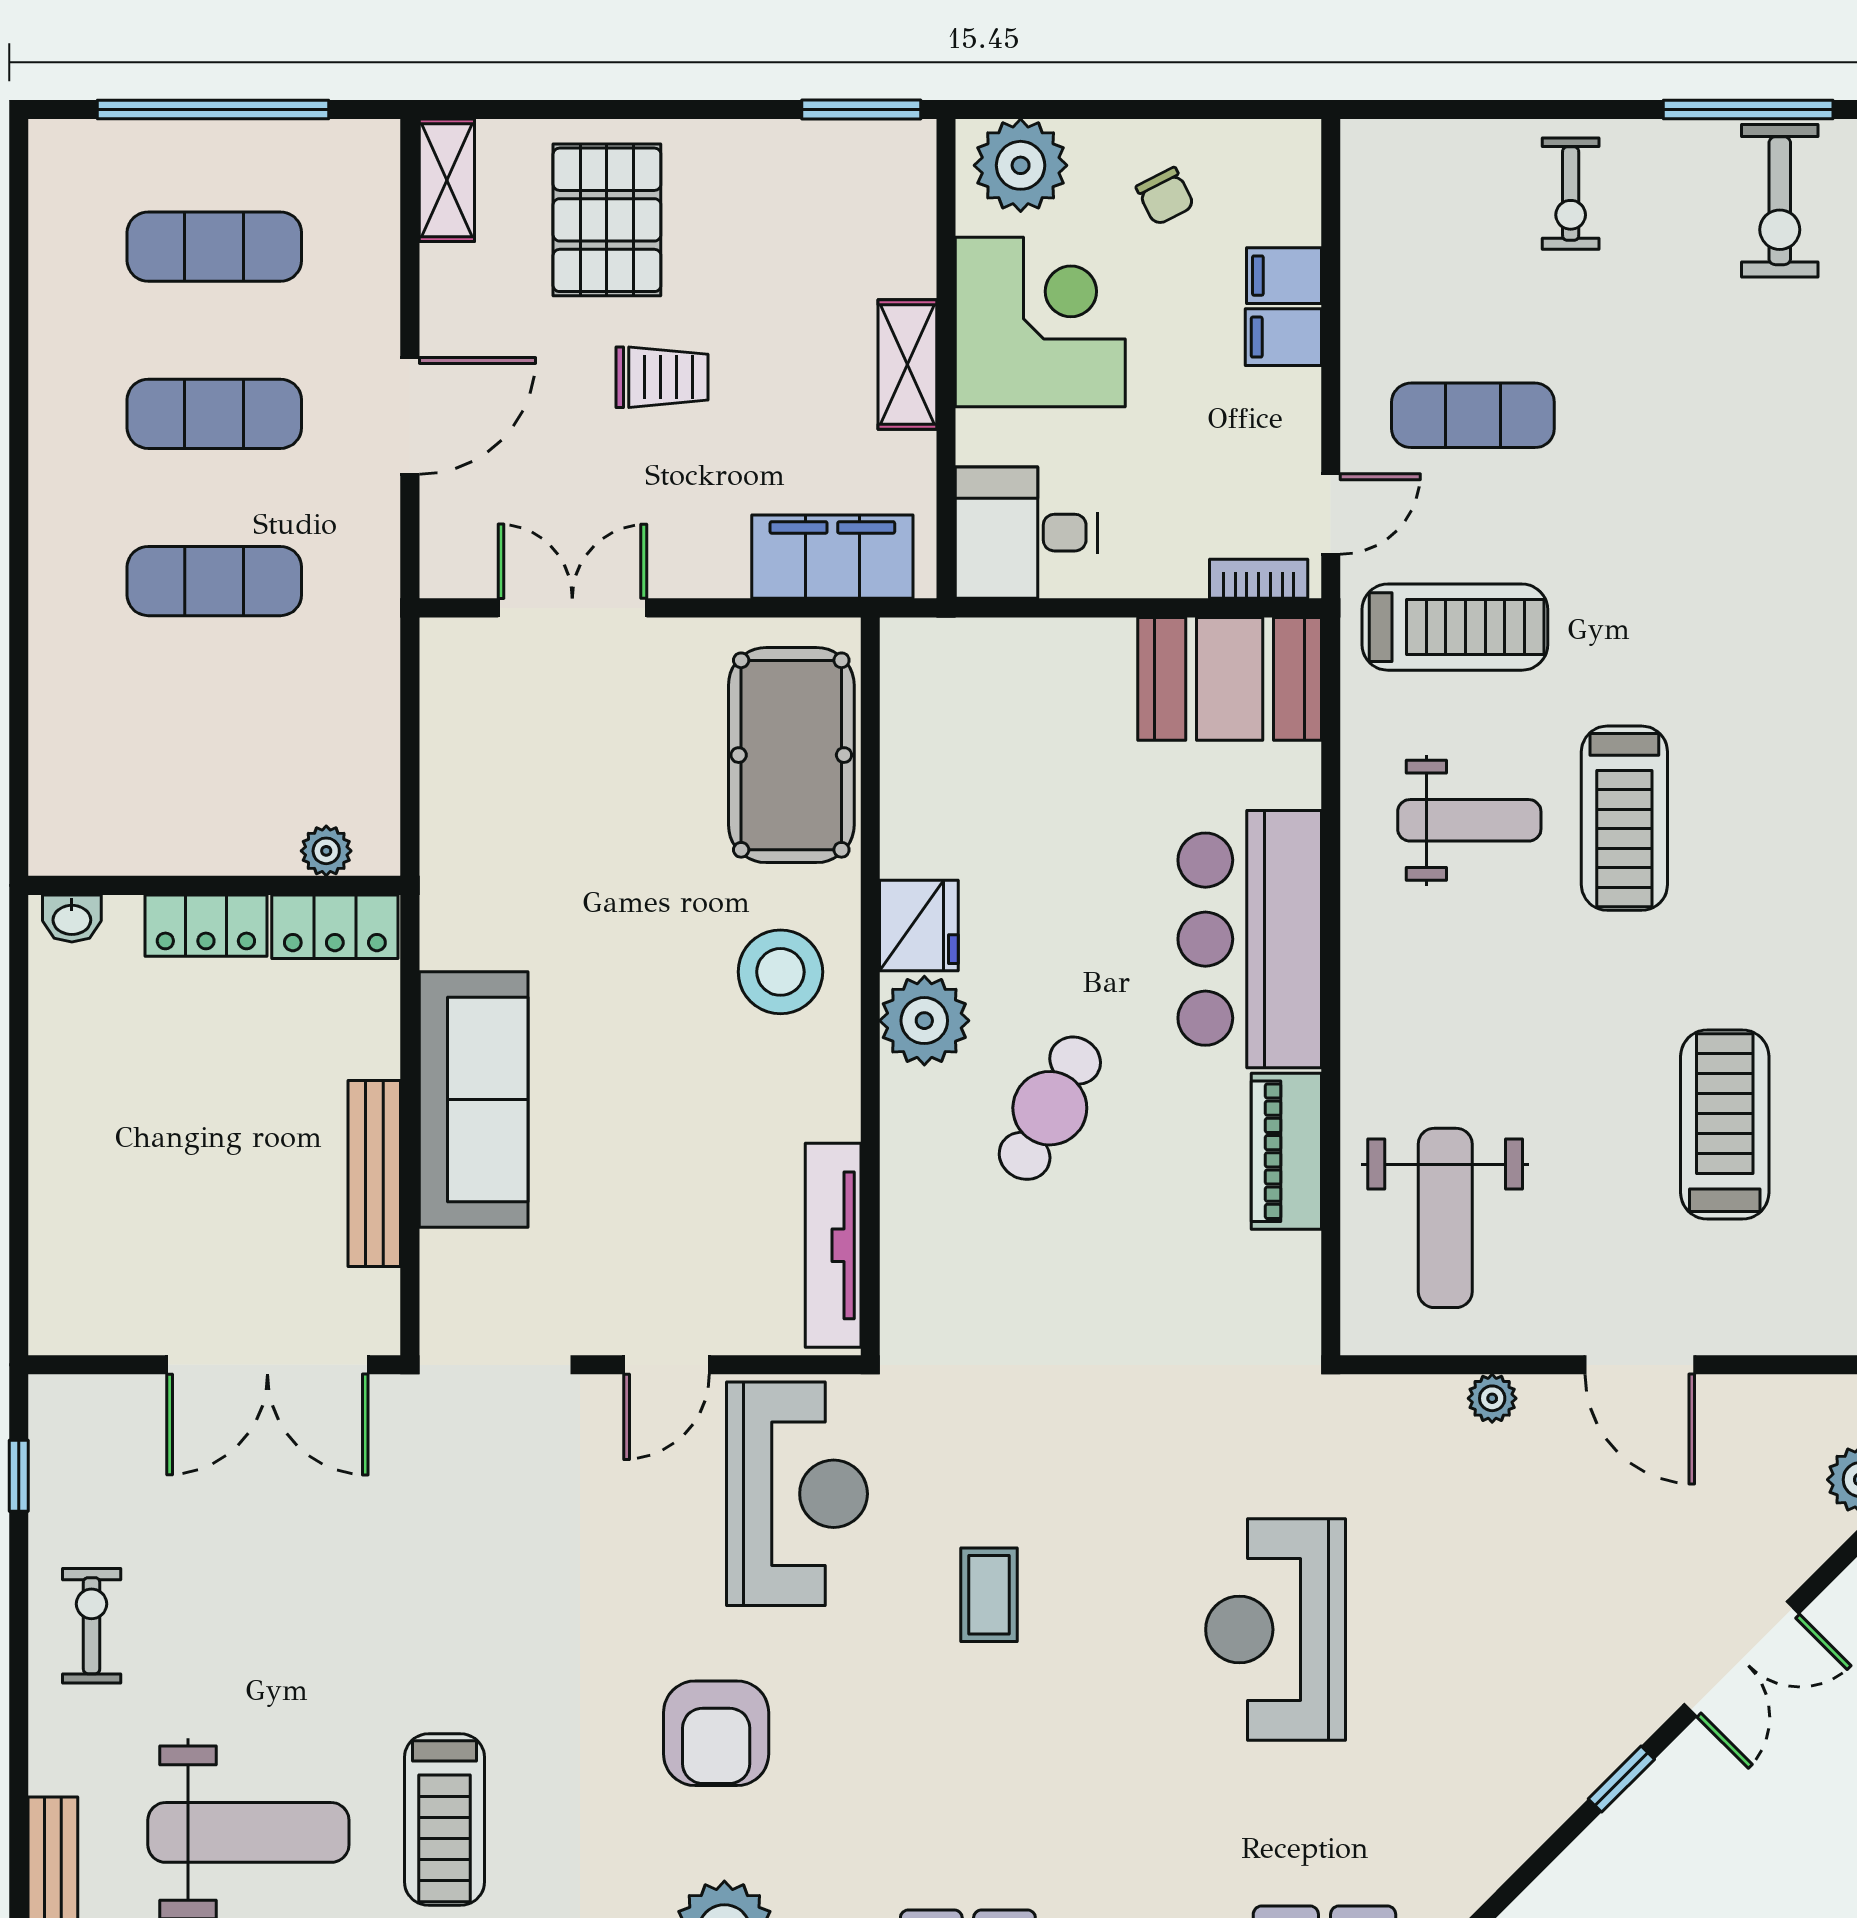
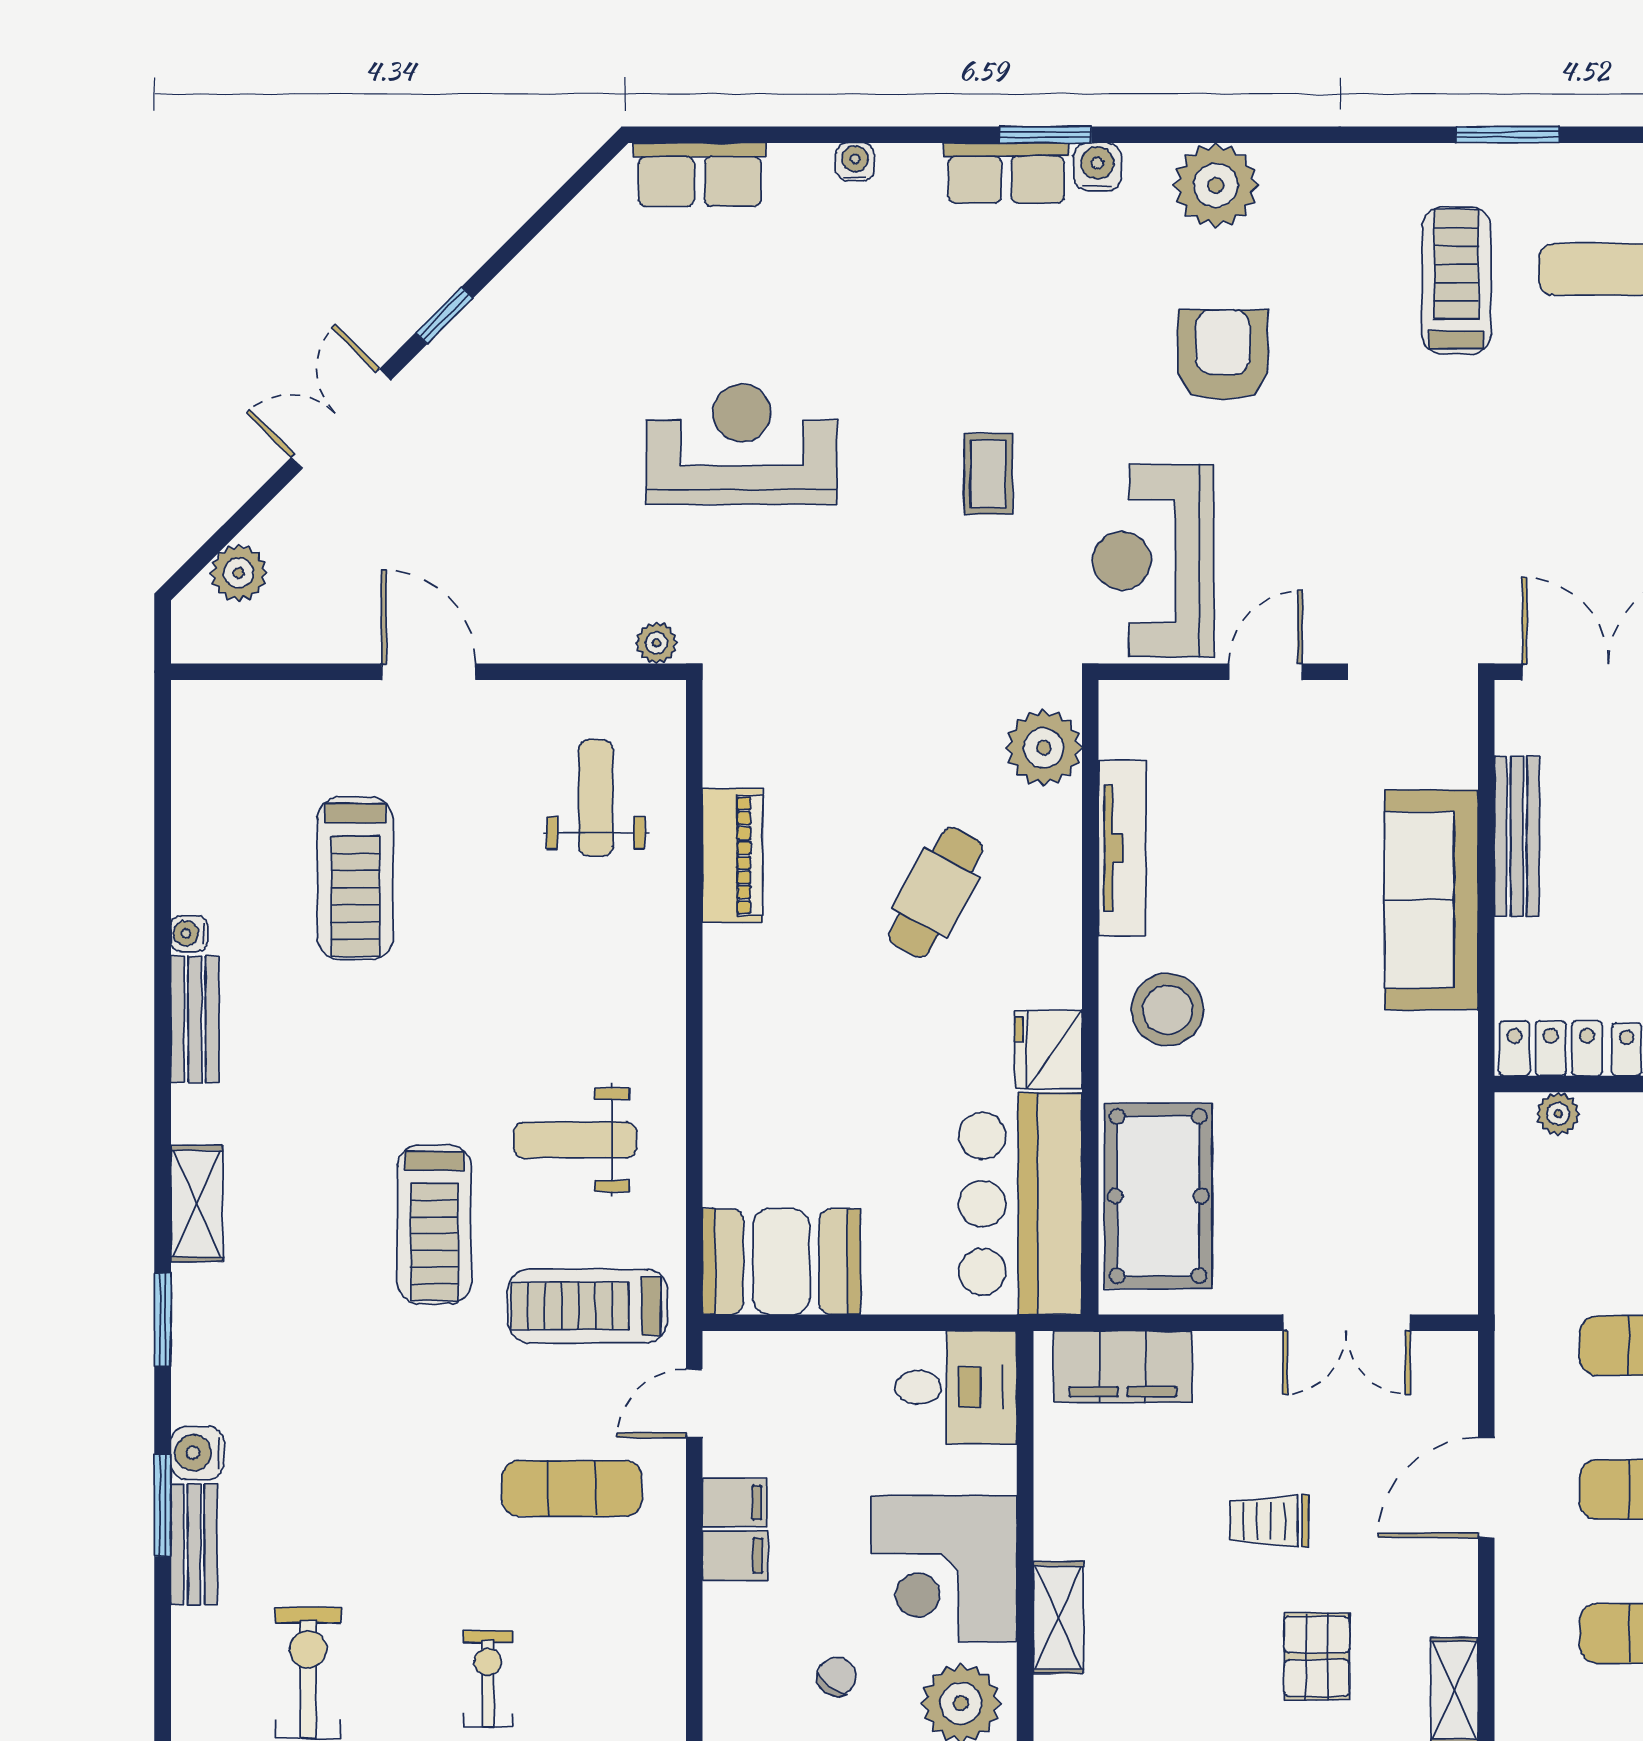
chair: (1165, 196) -> (837, 1677), turned 63
pallet: (607, 220) -> (1317, 1656), width x0.67, depth x0.71
filing cabinet: (1284, 276) -> (734, 1503), moved
shelving: (907, 365) -> (1058, 1617), moved
bookcase: (1259, 579) -> (756, 1348), removed
treadmill: (1624, 818) -> (434, 1224), moved, turned 180
bar counter: (1250, 939) -> (1021, 1204), moved, turned 180
plant: (924, 1021) -> (1044, 748), moved
weight bench: (1445, 1218) -> (596, 798), width x0.73, depth x0.75
tv unit: (833, 1245) -> (1122, 848), moved
plant: (1492, 1398) -> (656, 643), moved
reception desk: (1276, 1630) -> (742, 444), turned -90

